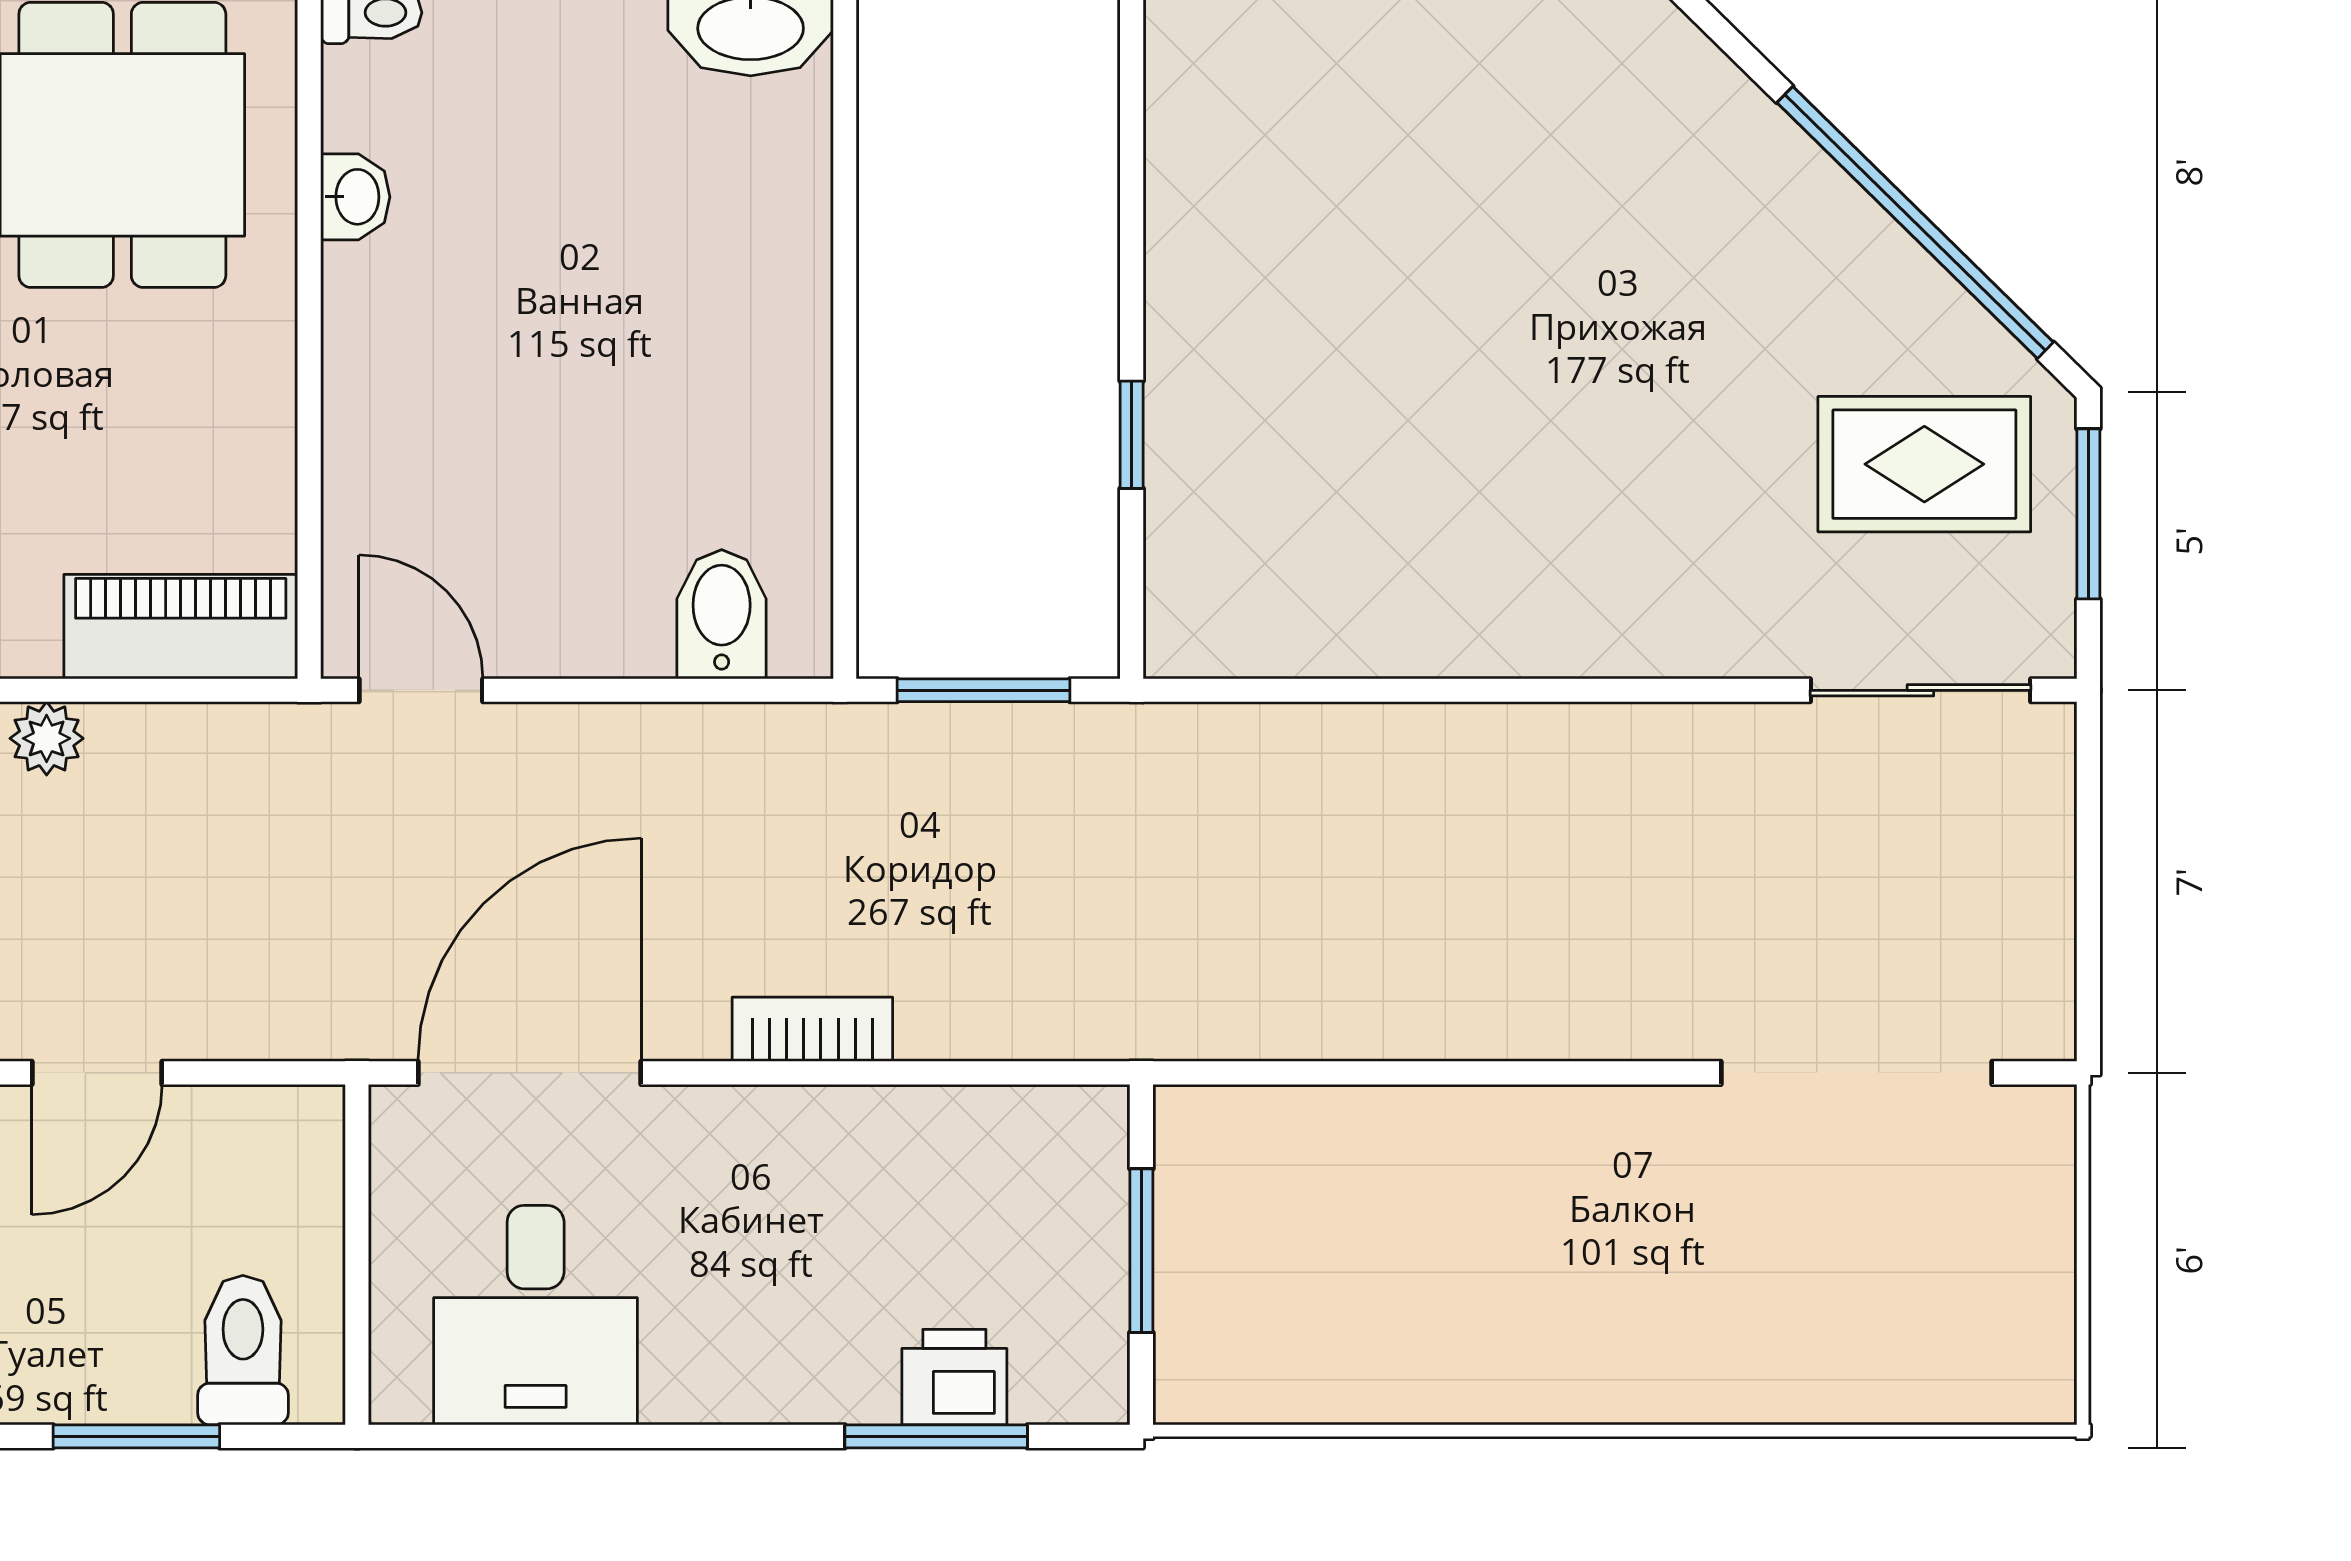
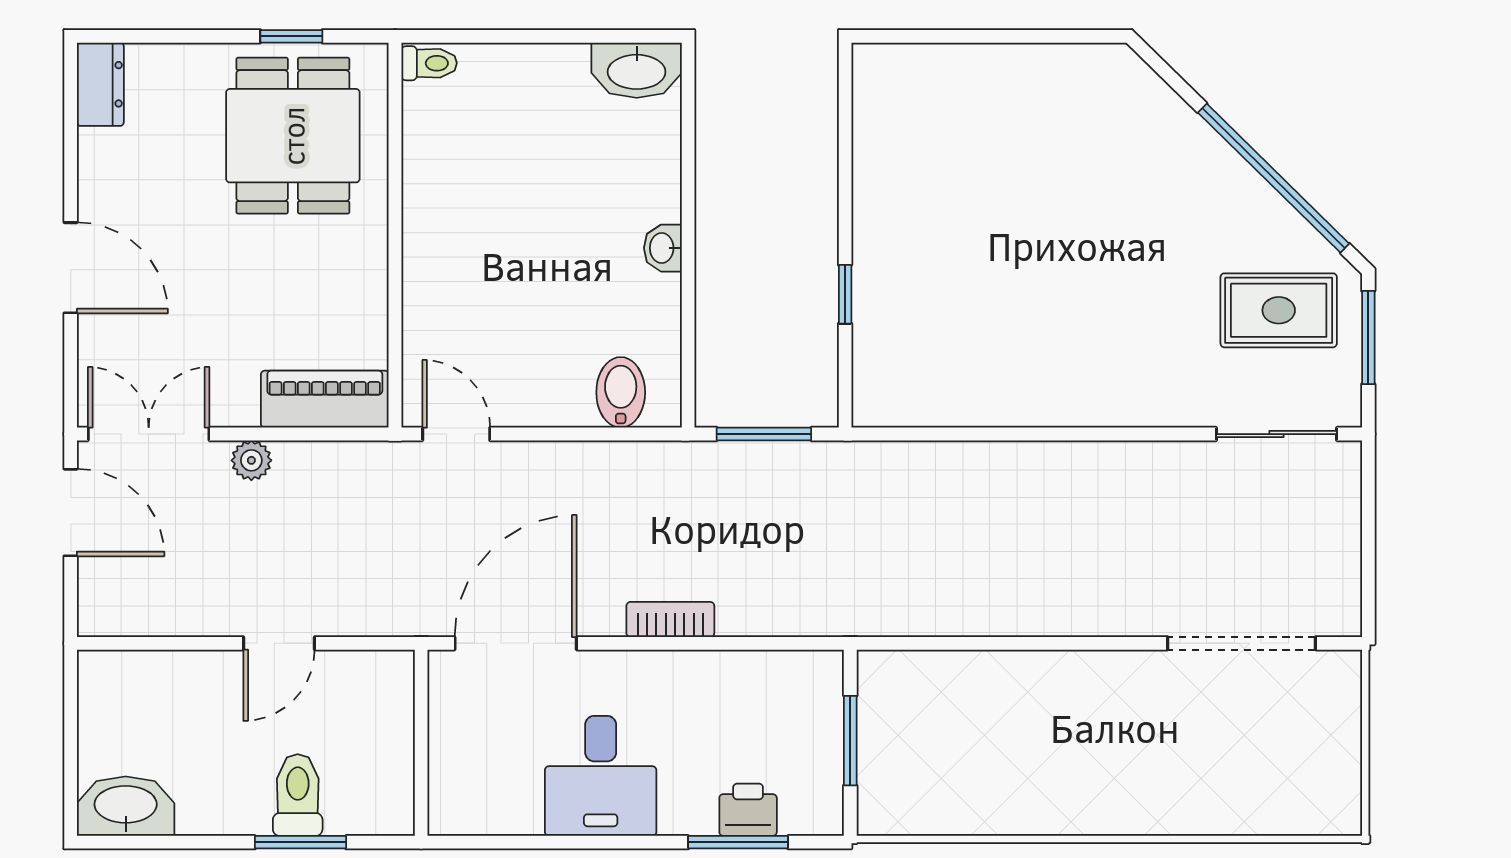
washbasin: (355, 197) -> (663, 248), moved, turned 180
desk: (536, 1315) -> (601, 776), moved
toilet: (243, 1350) -> (298, 795), moved

